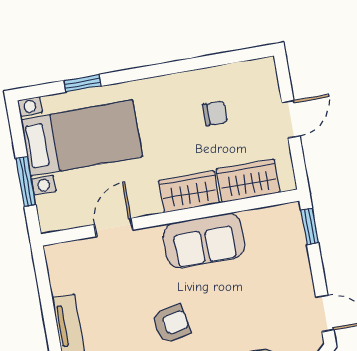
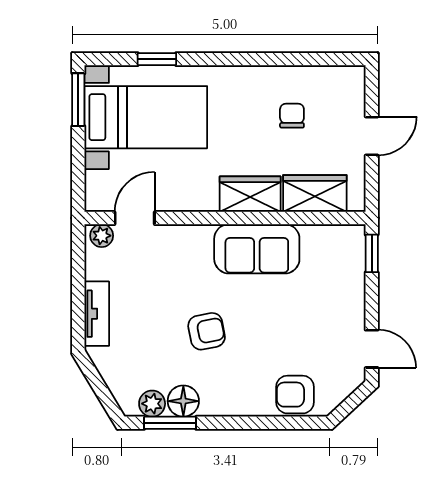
chair: (215, 113) -> (292, 116), turned -90
window: (26, 182) -> (78, 100), moved
door: (114, 227) -> (135, 218), moved
plant: (60, 253) -> (102, 236), added

